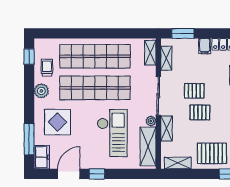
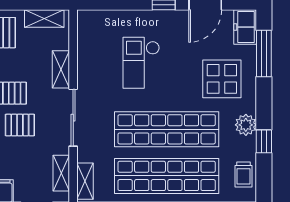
window: (29, 57) -> (264, 141), moved
trolley: (47, 68) -> (244, 175), moved
plant: (151, 121) -> (84, 80), removed
checkout: (112, 133) -> (141, 63), width x0.73, depth x0.83
shelving: (148, 146) -> (88, 43), removed

